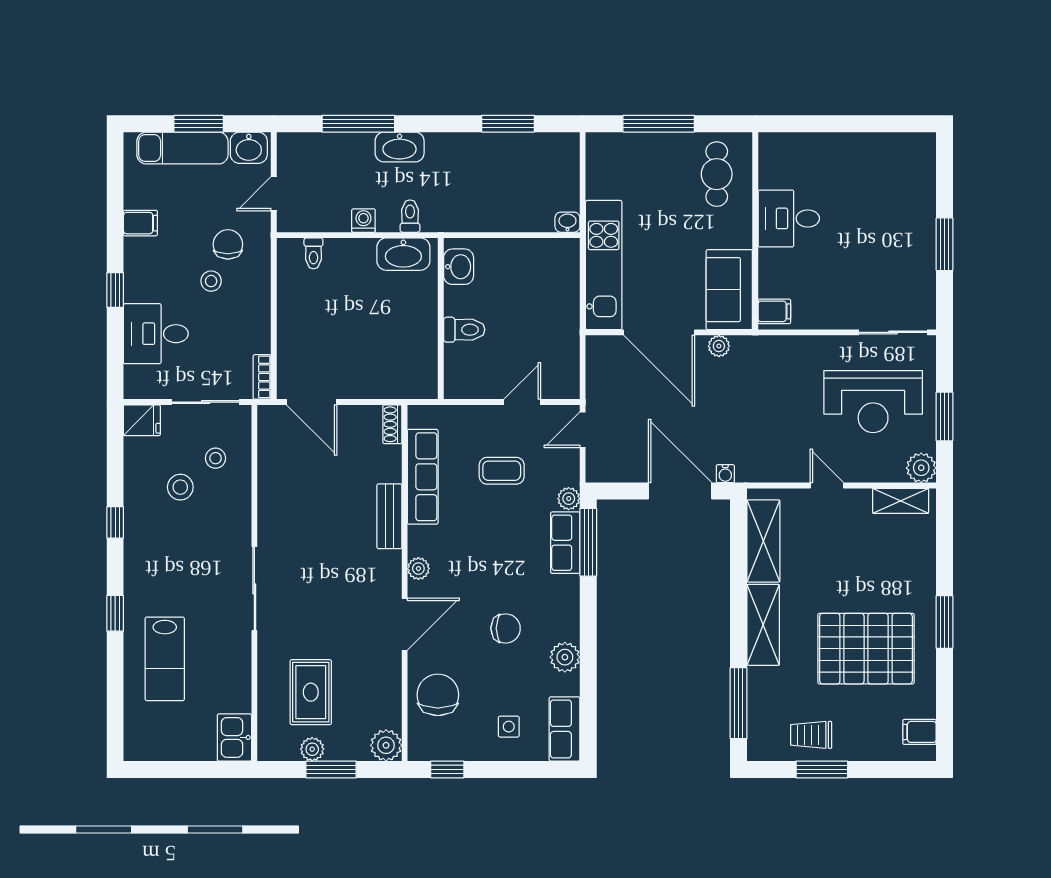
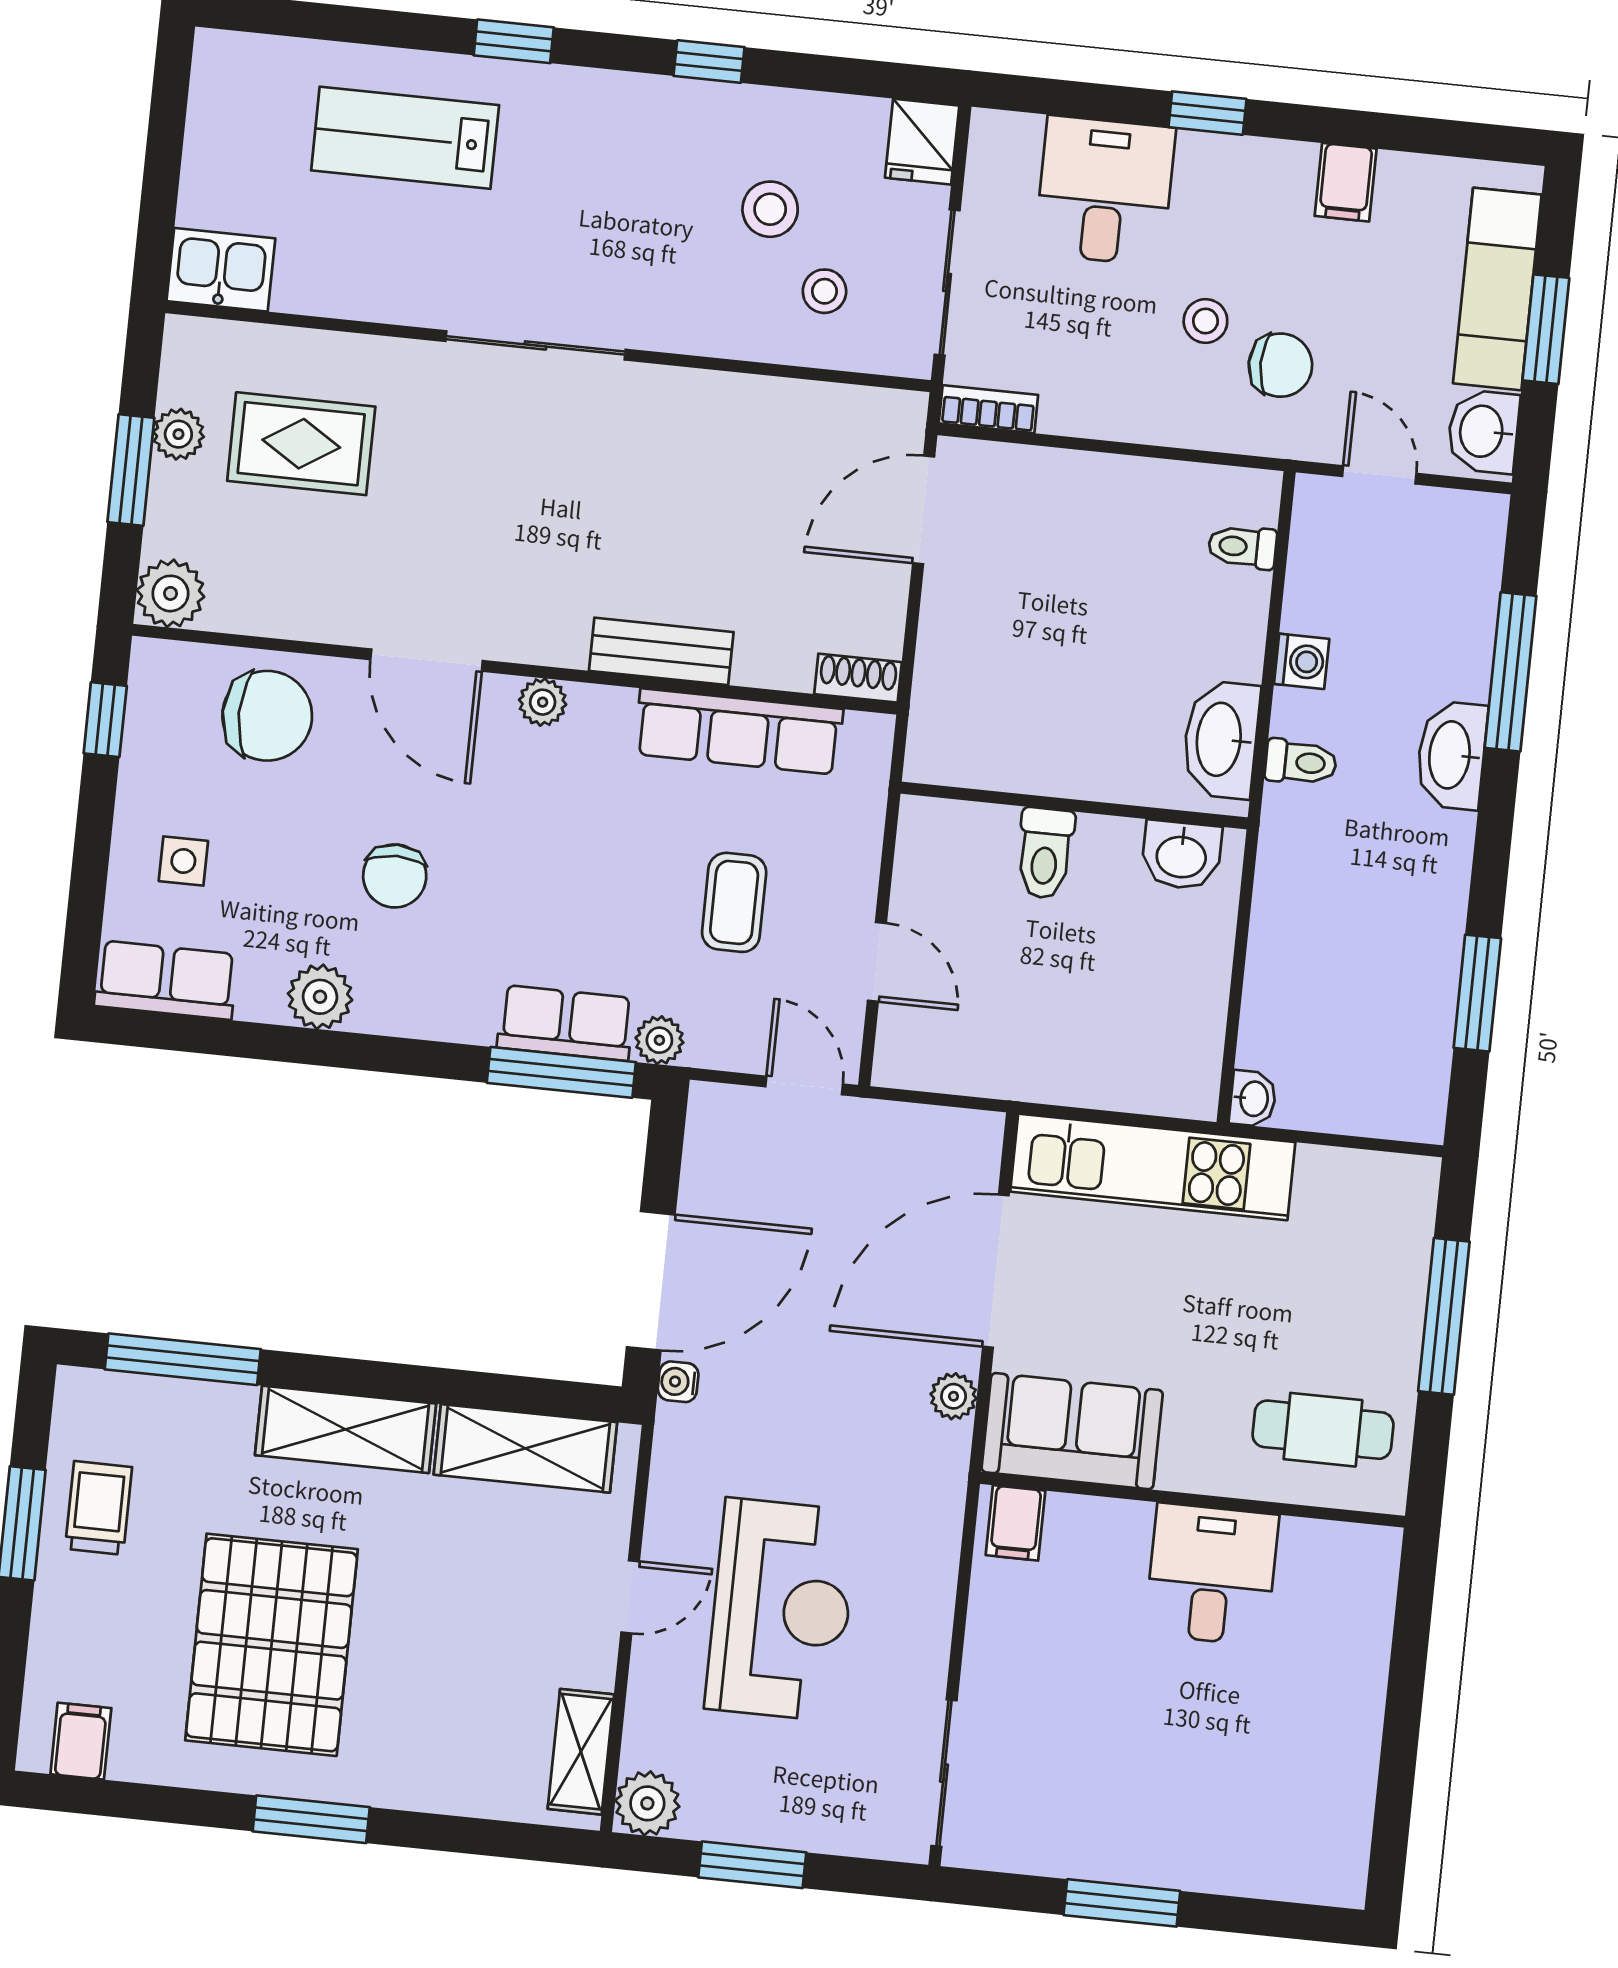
reception desk: (873, 402) -> (781, 1610), moved, turned 180

